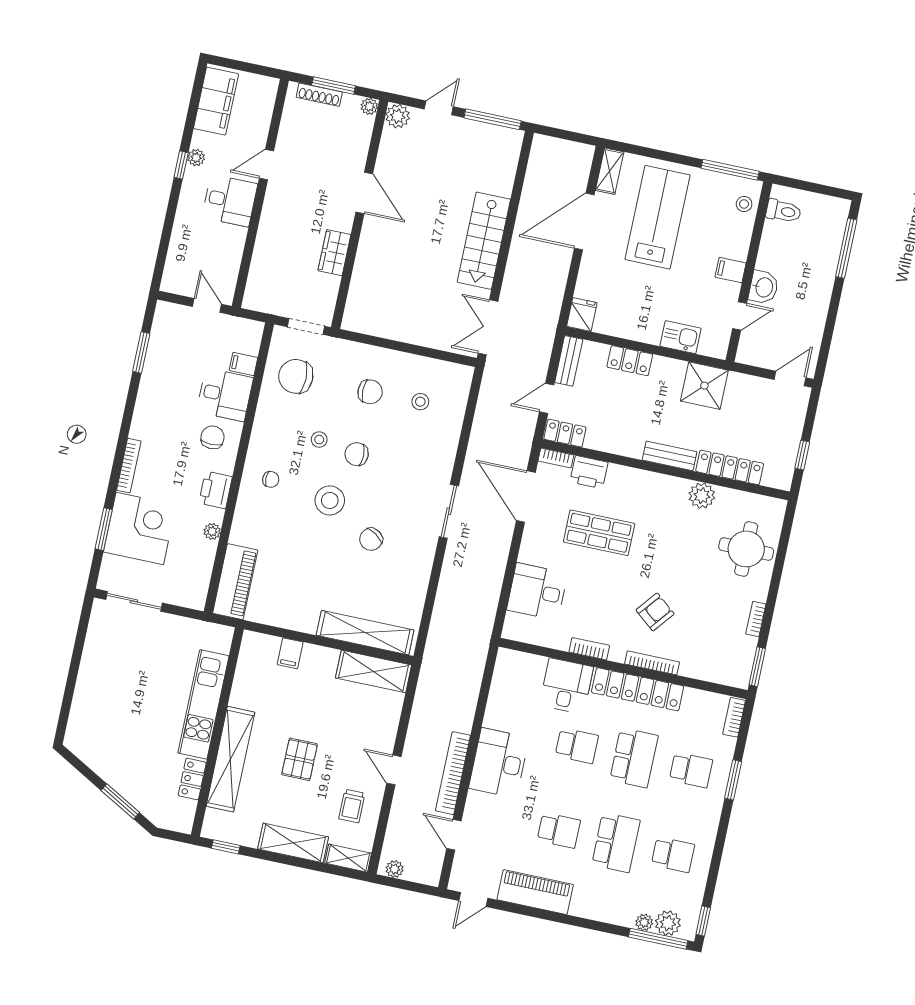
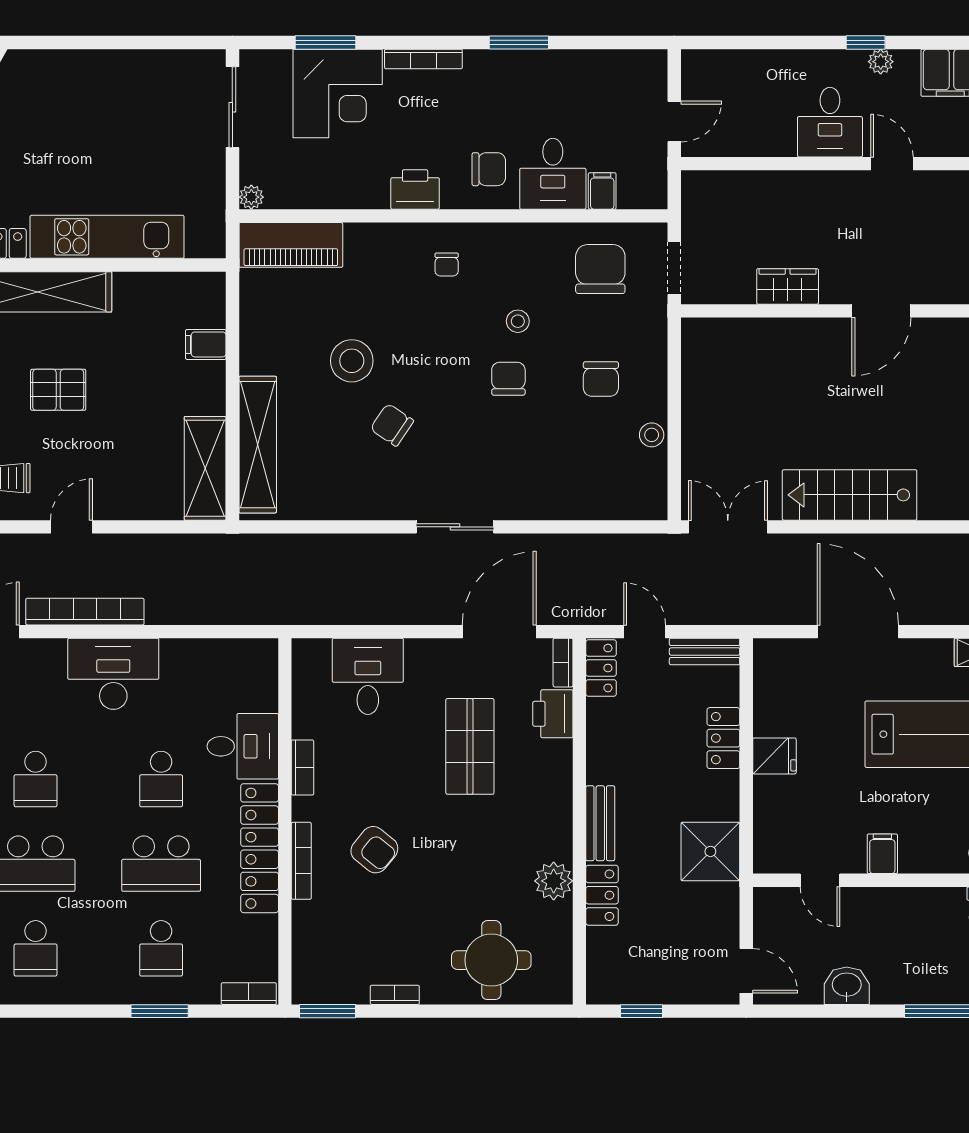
door: (584, 222) -> (858, 632), moved
washbasin: (764, 287) -> (847, 986), moved, turned 180
fridge: (582, 314) -> (774, 756), moved
kitchen sink: (681, 337) -> (772, 803), removed
window: (141, 352) -> (519, 42), moved
stool: (420, 402) -> (652, 435), moved
locker: (730, 467) -> (602, 895), width x0.66
stool: (330, 500) -> (352, 361), moved
plant: (212, 531) -> (251, 197), moved

